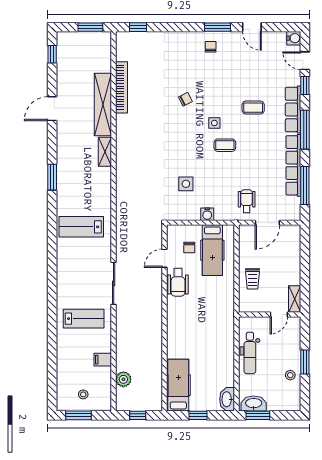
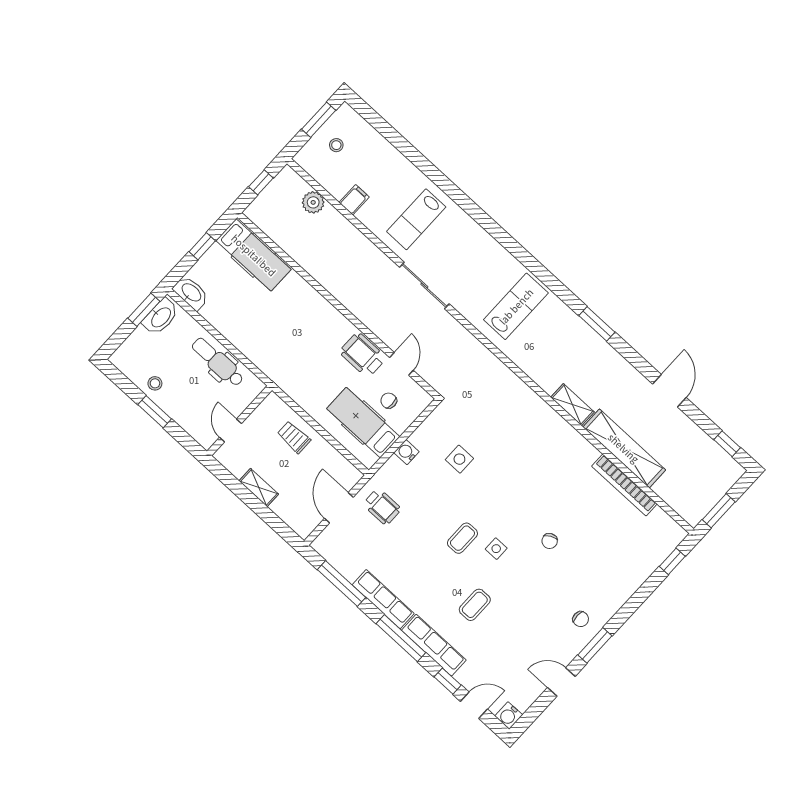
row of seats: (293, 165) -> (383, 599), width x0.73
shelving: (295, 299) -> (259, 488), moved

